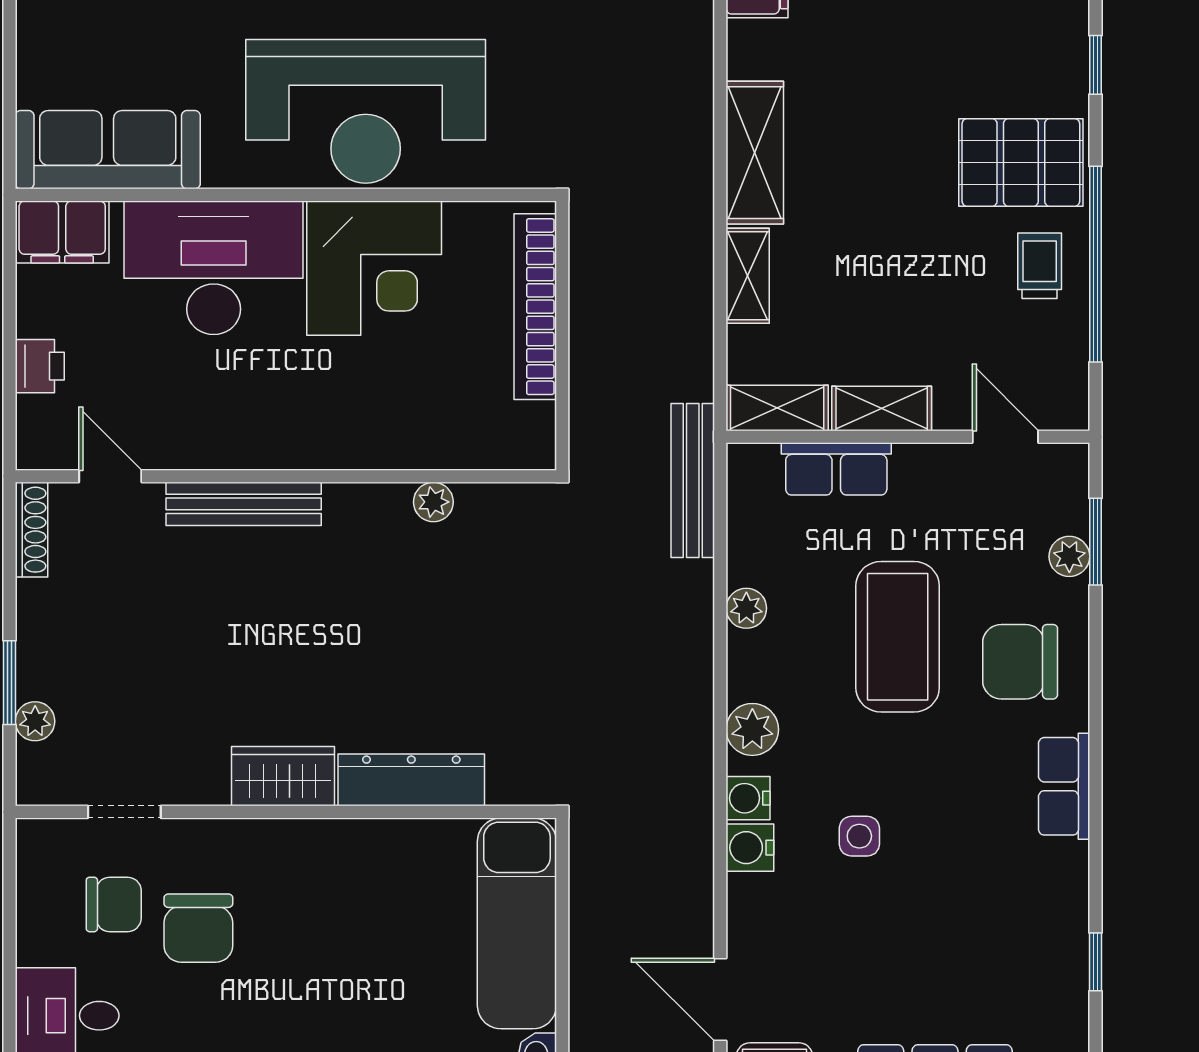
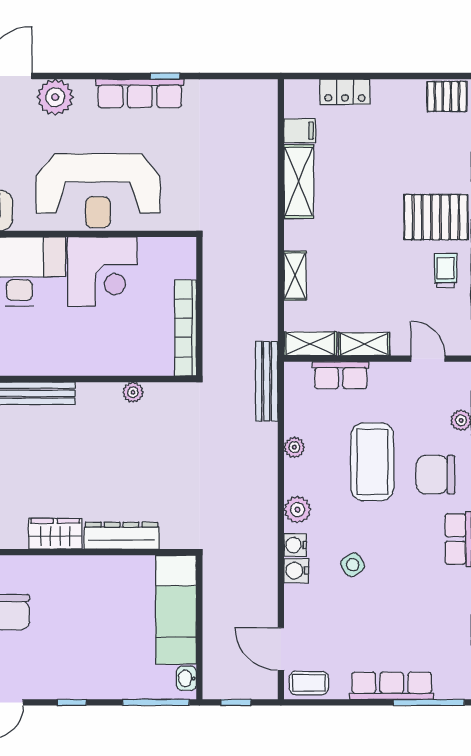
shelving: (755, 153) -> (299, 181), moved
bookcase: (535, 307) -> (185, 328), moved
side table: (859, 836) -> (353, 565), turned -32

